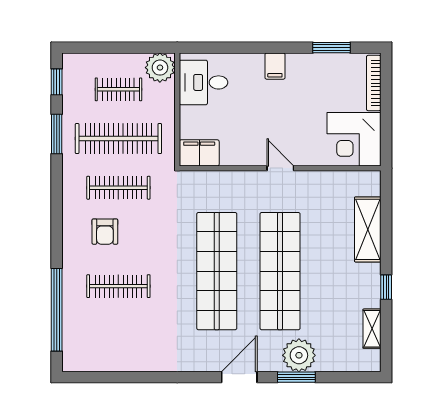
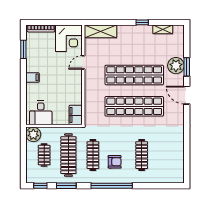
door: (280, 168) -> (83, 62), moved
shelving: (368, 229) -> (100, 31), moved
window: (57, 310) -> (112, 186), moved

